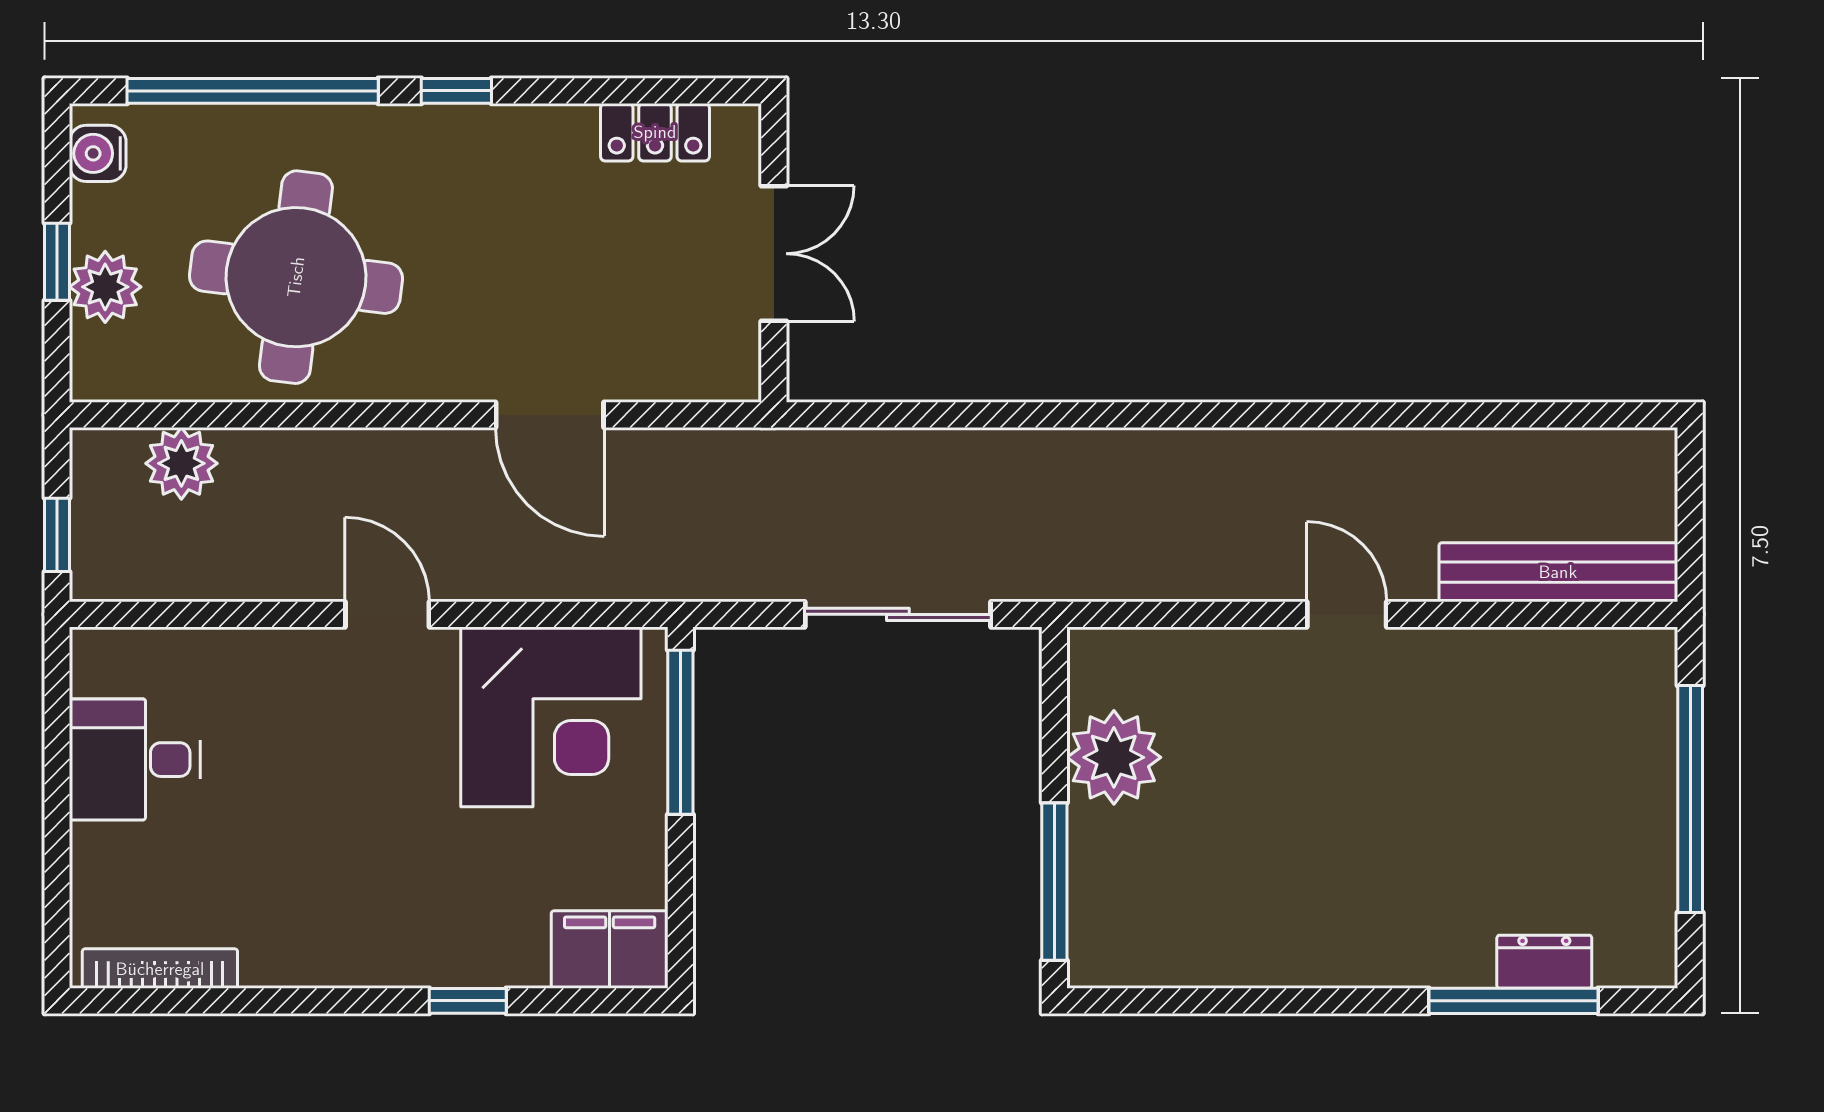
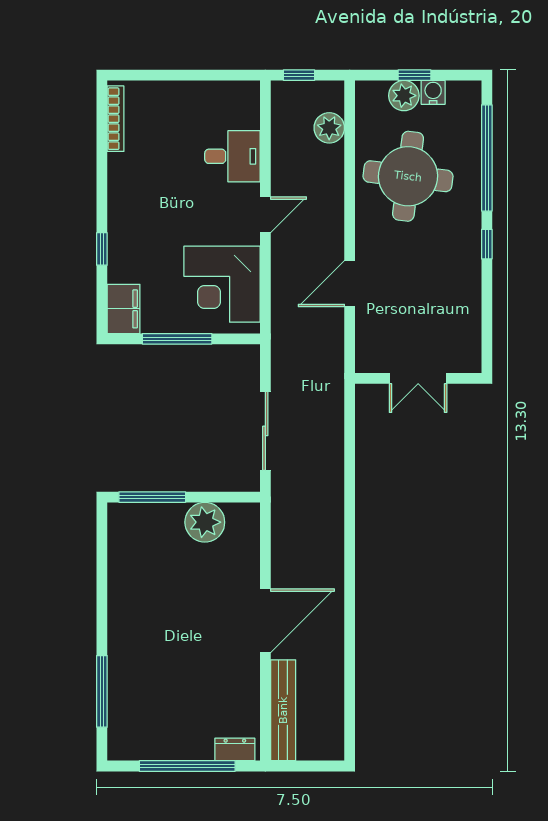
locker: (655, 132) -> (469, 328), removed
water cooler: (98, 153) -> (433, 92), moved
door: (1347, 614) -> (265, 621), width x1.88
window: (680, 732) -> (177, 339), moved
desk: (135, 760) -> (232, 156), moved, turned 90
dresser: (1544, 962) -> (235, 749), moved, turned -90

